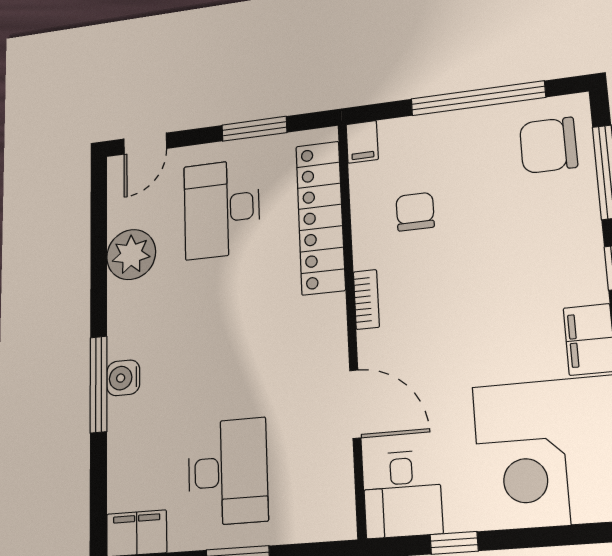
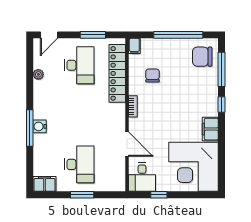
desk: (222, 209) -> (79, 65), turned 180
plant: (131, 255) -> (38, 74), width x0.53, depth x0.53

